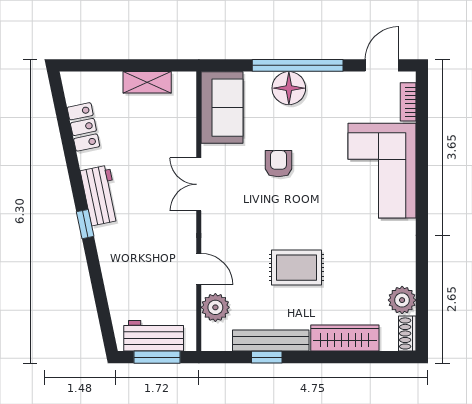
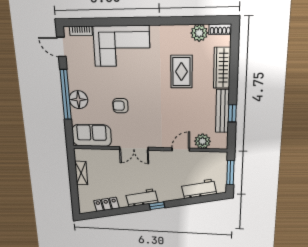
rug: (296, 268) -> (181, 72), moved
workbench: (154, 336) -> (199, 189), moved, turned 78

